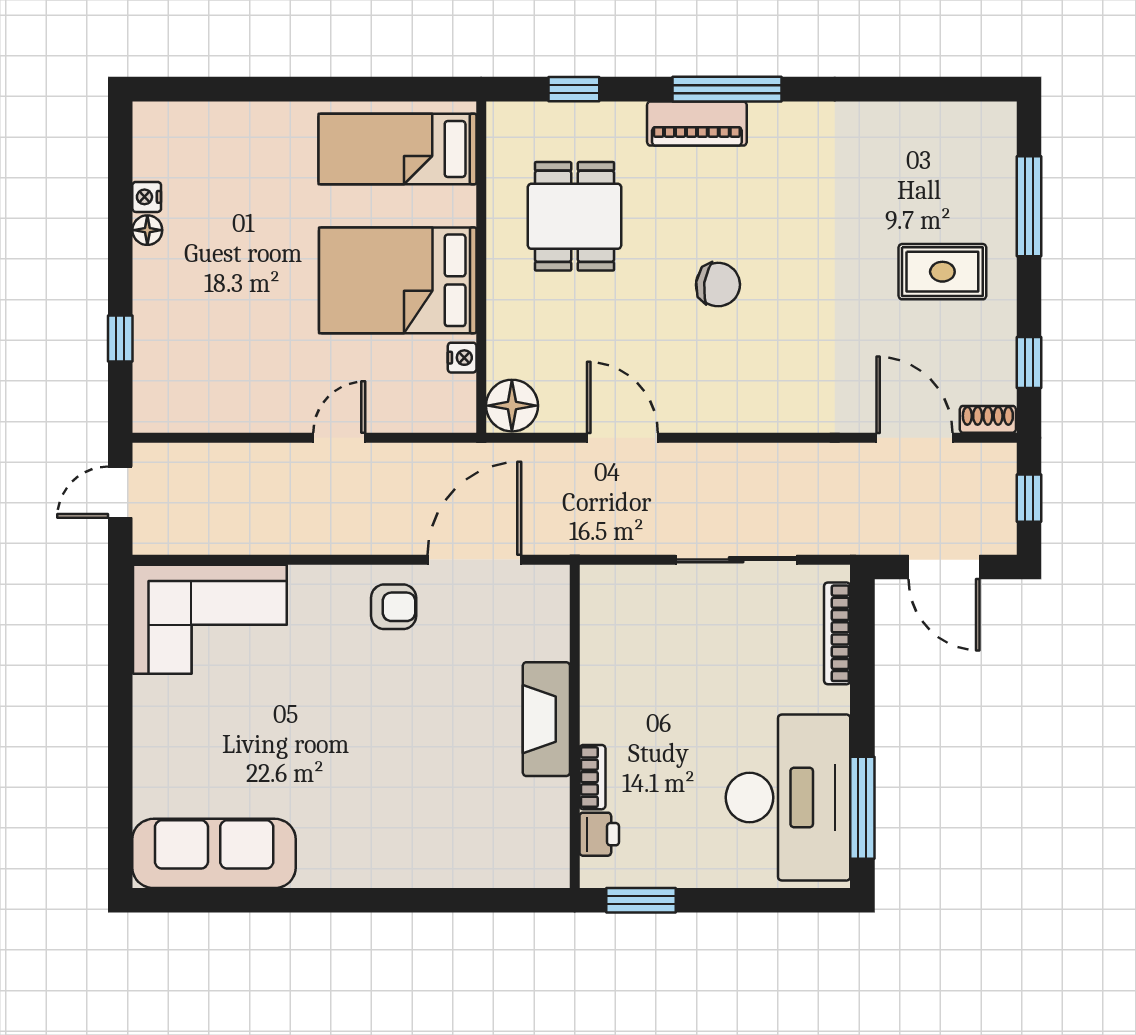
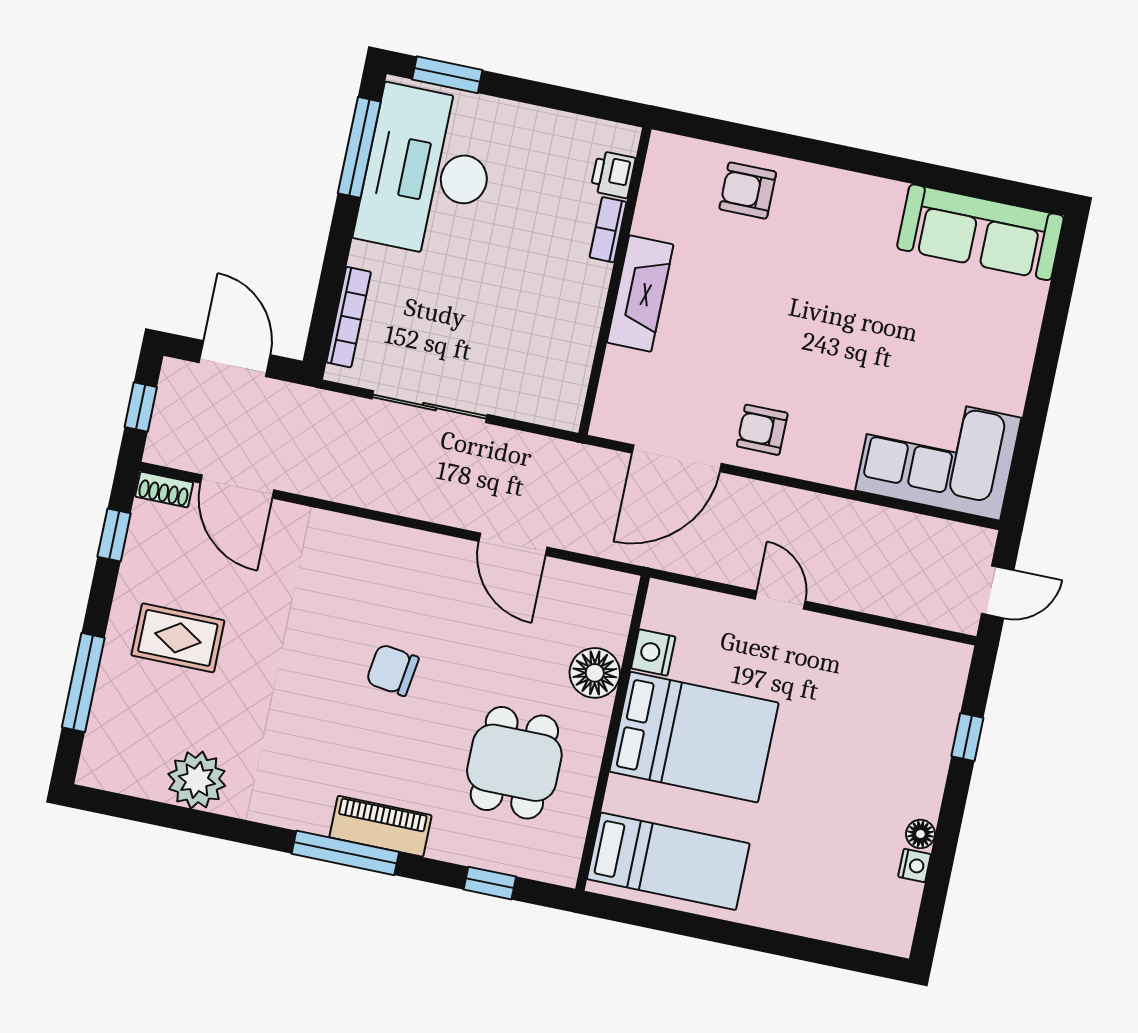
plant: (893, 132) -> (197, 780), added
nightstand: (462, 358) -> (653, 653), width x1.39, depth x1.35
floor lamp: (512, 406) -> (595, 673), moved
door: (339, 438) -> (780, 600), swing flipped
armchair: (459, 846) -> (748, 190), added
window: (641, 900) -> (447, 75), moved

